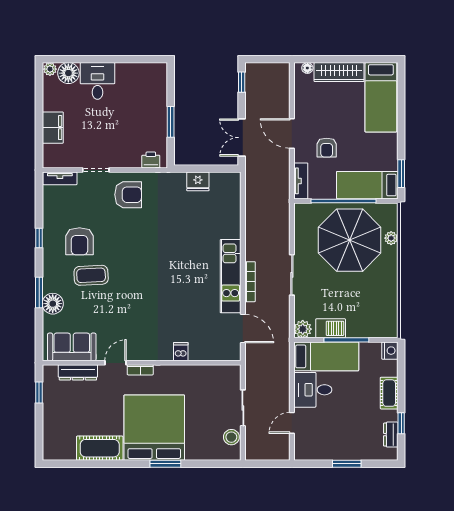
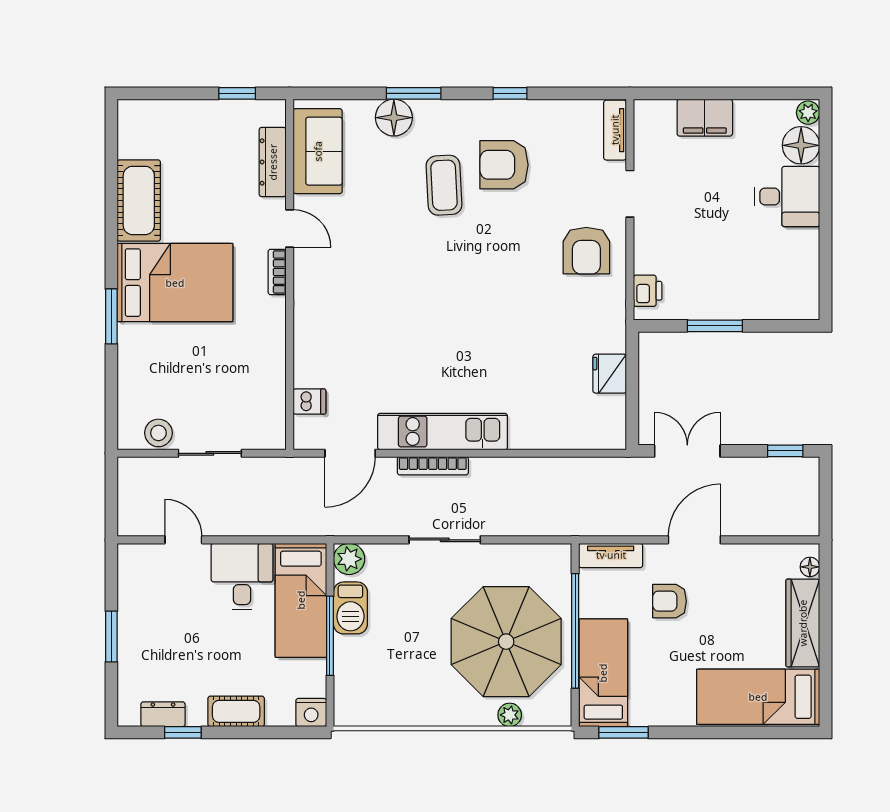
dishwasher: (181, 352) -> (309, 402), moved
bed: (154, 428) -> (175, 283), width x0.73

